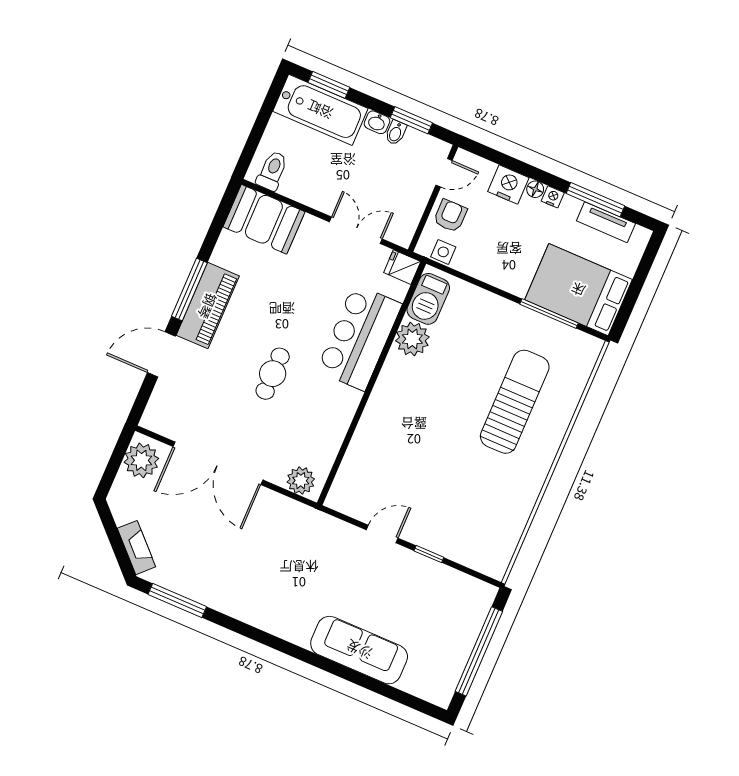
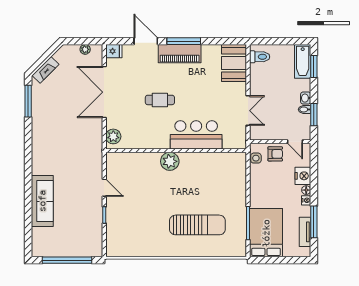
bathtub: (320, 110) -> (303, 61), width x0.73, depth x0.73
fridge: (402, 267) -> (114, 51), moved, turned 90
barbecue: (428, 299) -> (230, 161), removed
plant: (412, 339) -> (170, 161), moved
plant: (141, 460) -> (85, 49), width x0.53, depth x0.53

